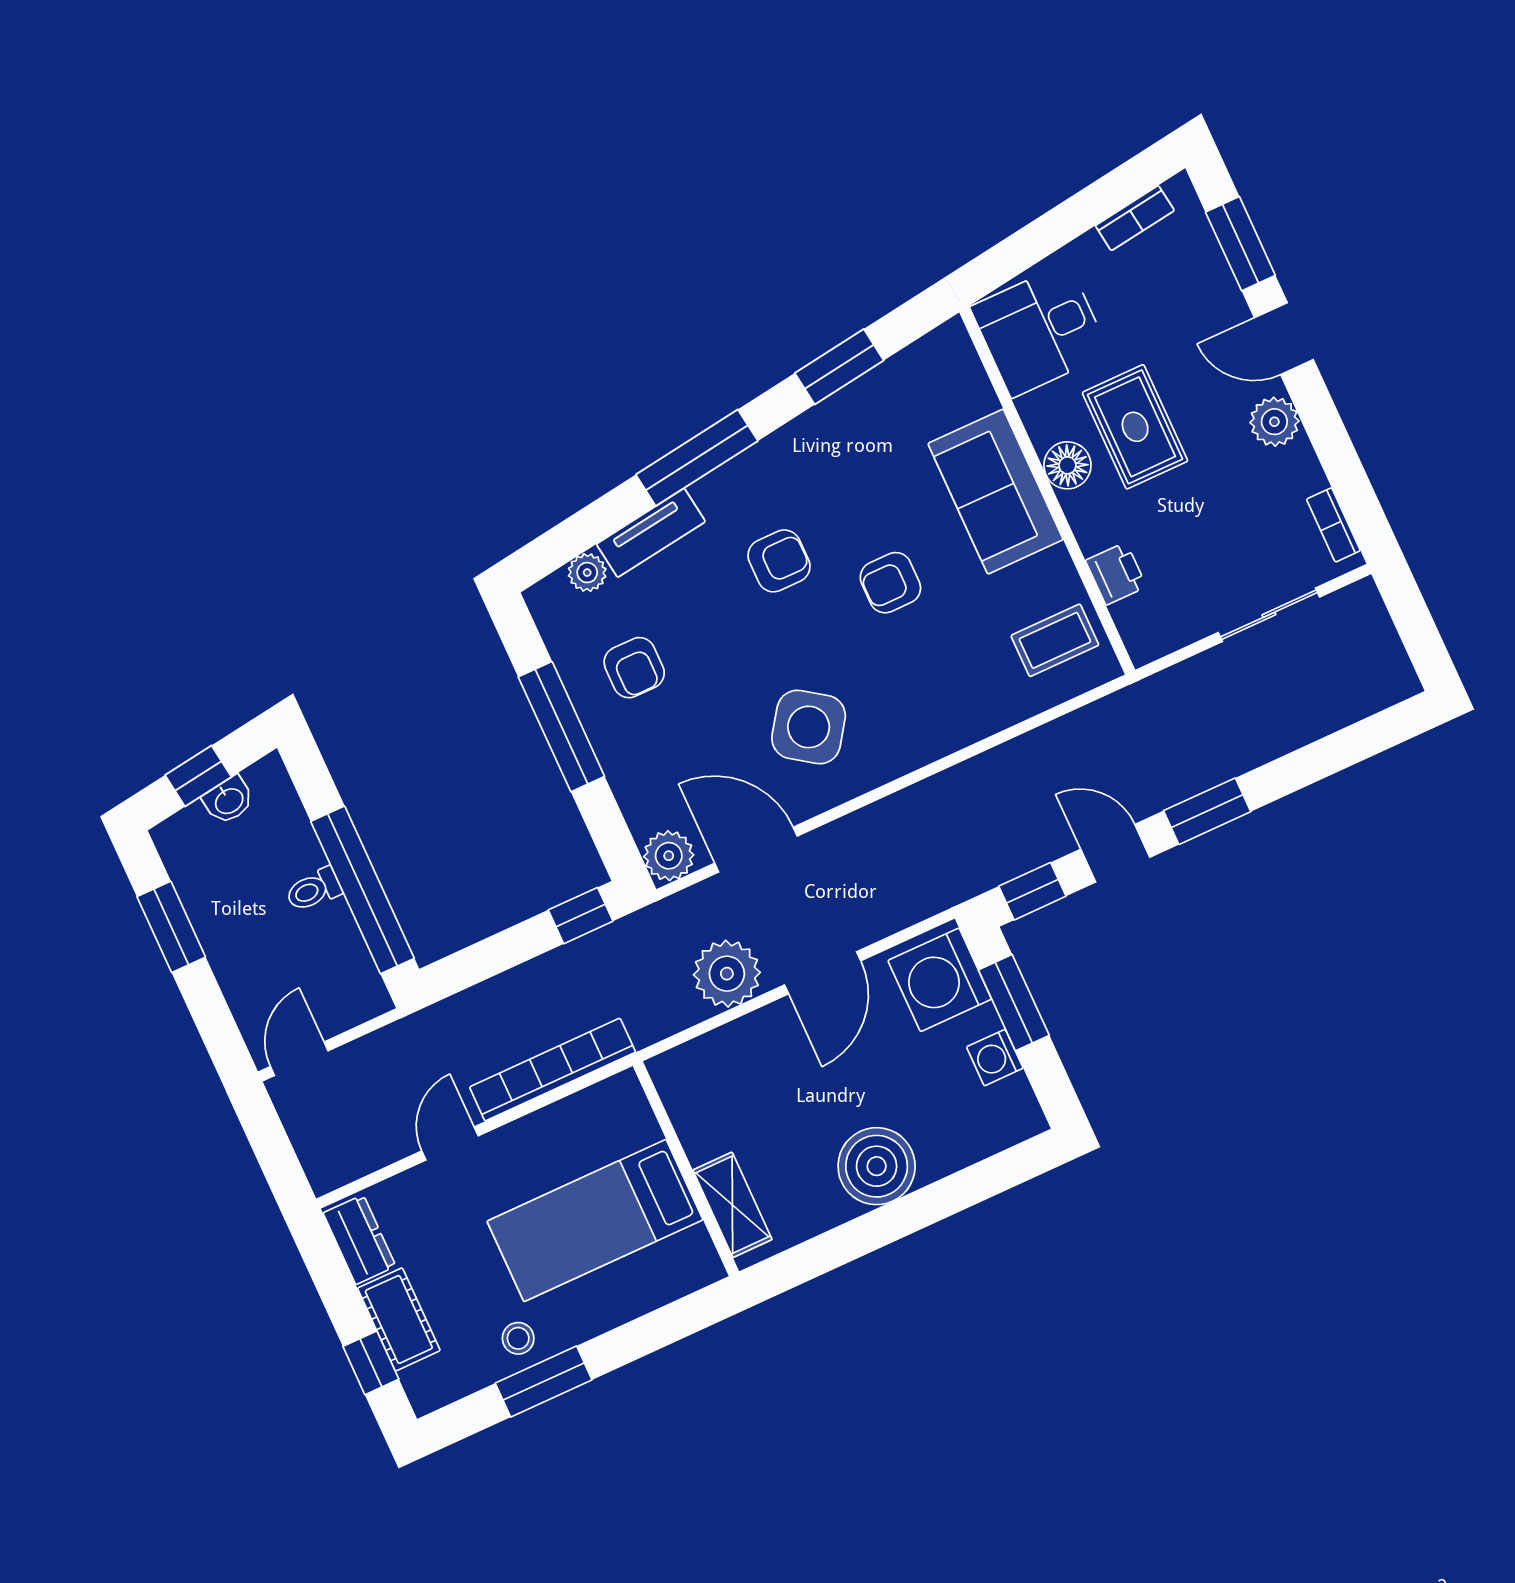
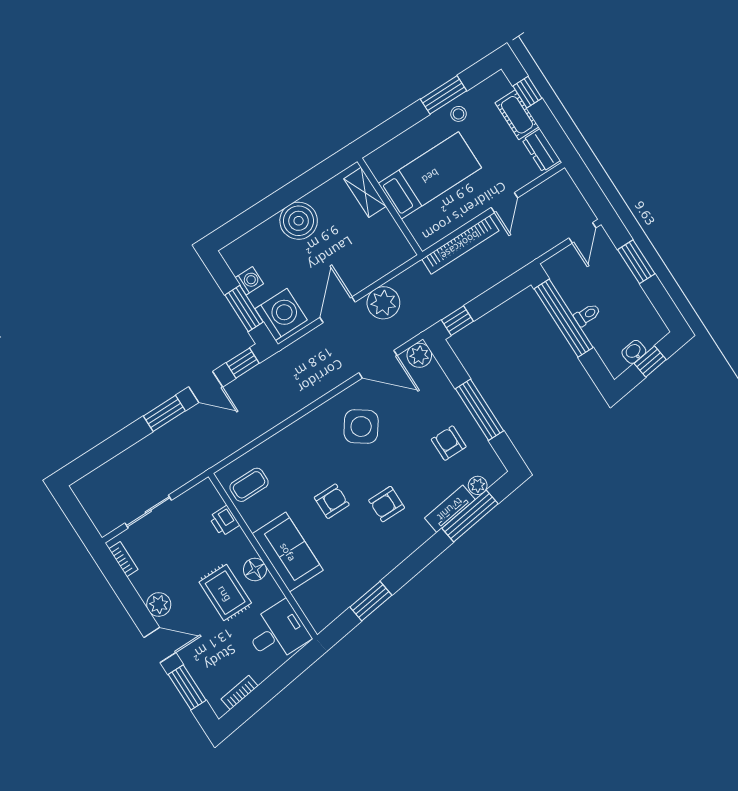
window: (697, 458) -> (470, 516), moved
window: (171, 927) -> (636, 262), moved

